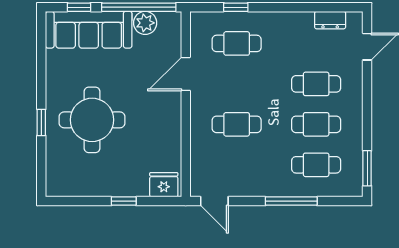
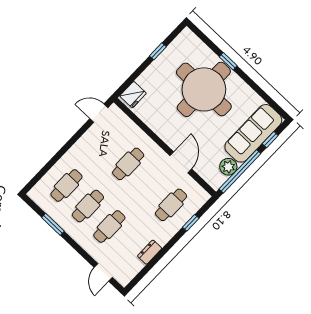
dresser: (330, 20) -> (150, 252), moved
round table: (92, 120) -> (204, 89), width x1.36, depth x1.36
window: (367, 168) -> (53, 224), moved
window: (124, 201) -> (158, 51), moved
window: (291, 201) -> (60, 154), removed

